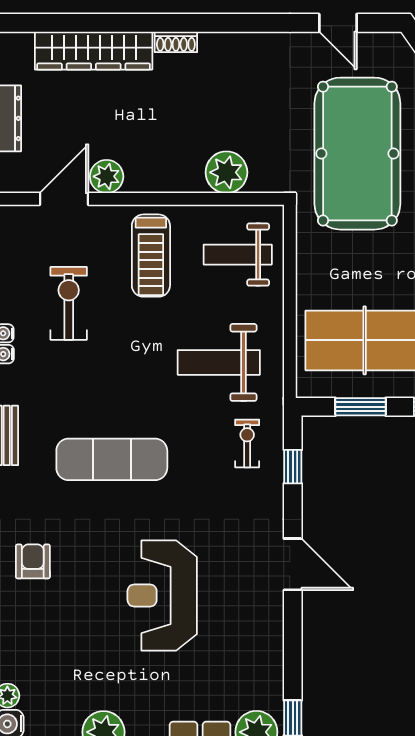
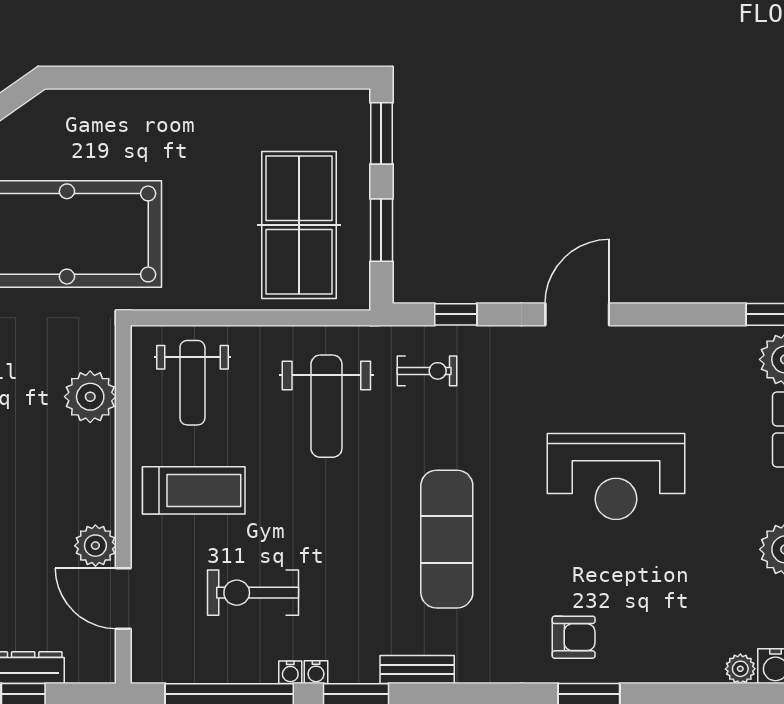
exercise bike: (247, 443) -> (427, 371), turned 180
armchair: (33, 561) -> (574, 637), turned 180

